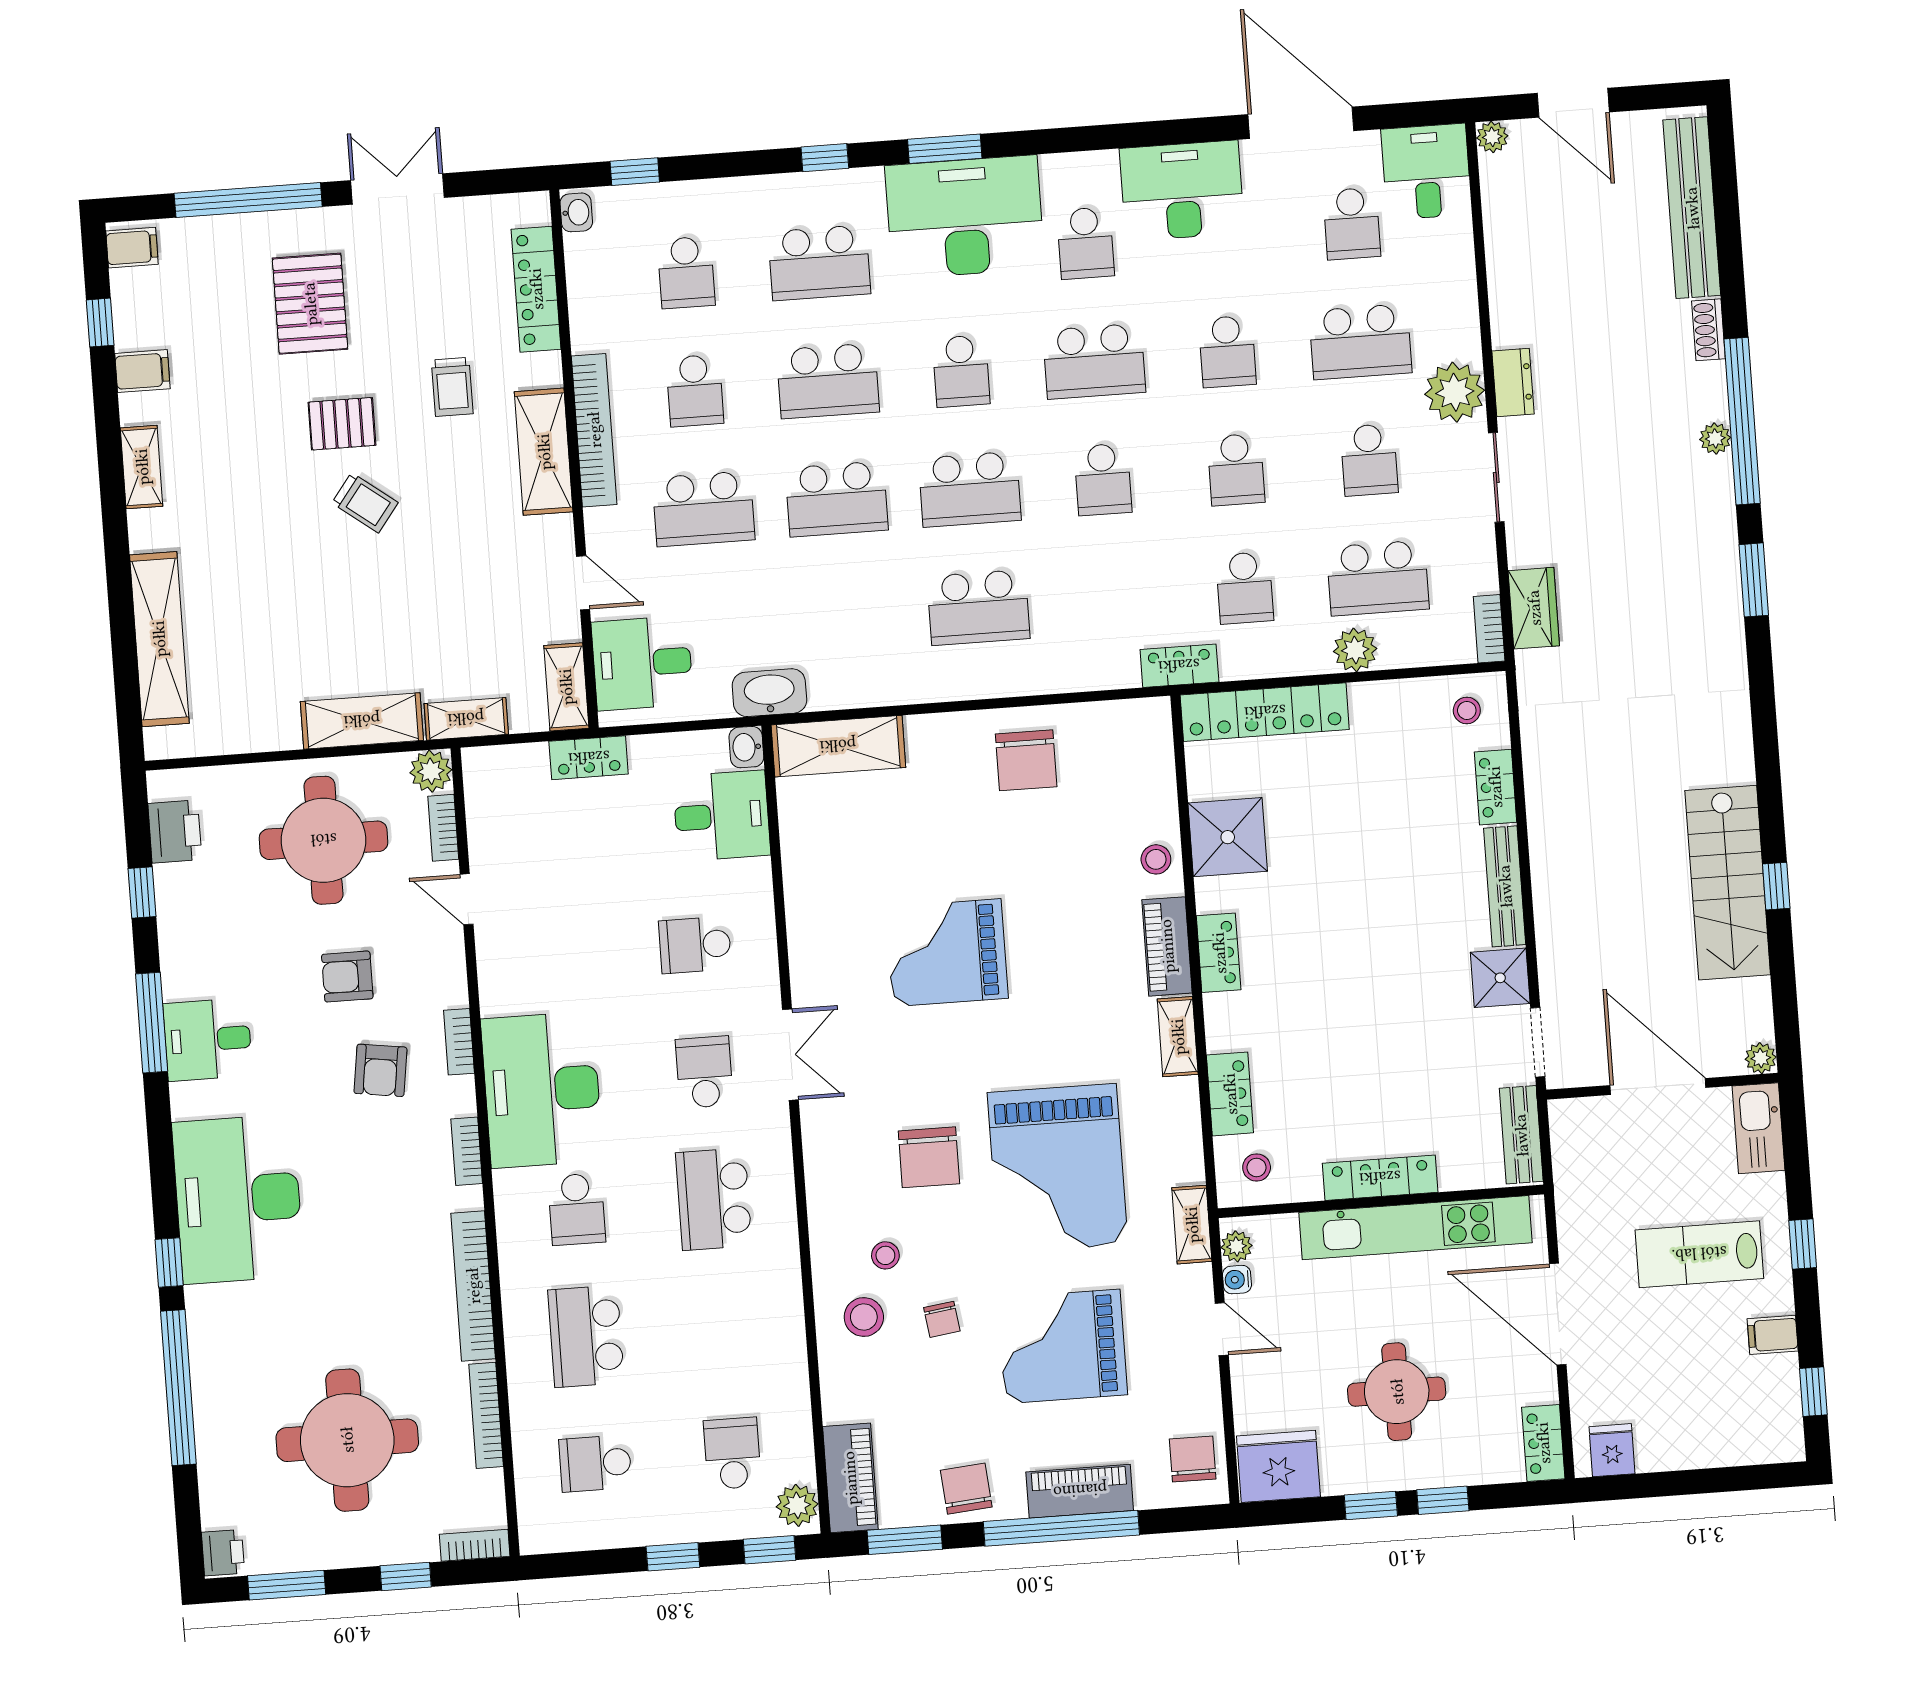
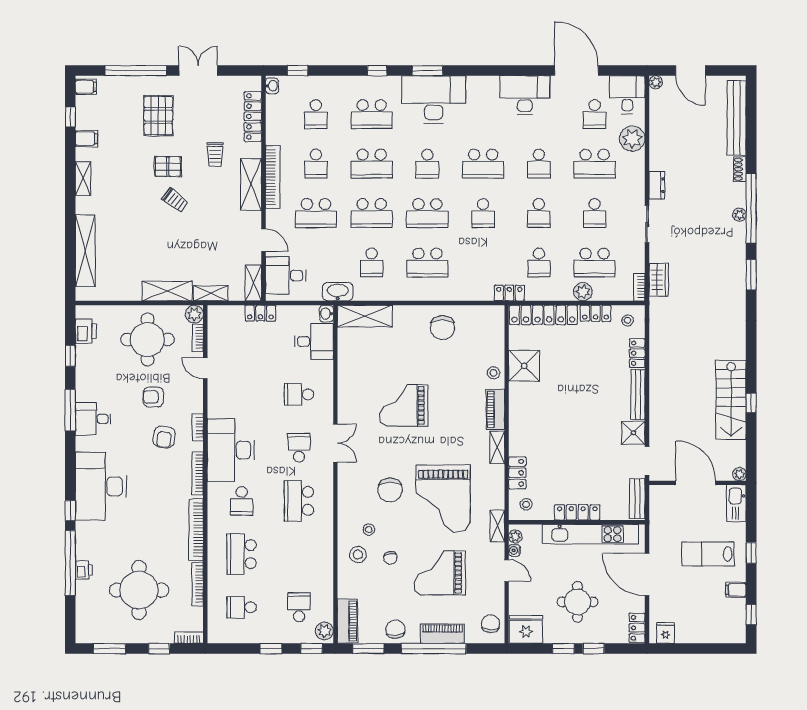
school desk: (1086, 243) -> (372, 263), moved
plant: (1455, 392) -> (632, 139), moved
locker: (1219, 953) -> (596, 313), moved, turned 90
bookcase: (467, 1151) -> (198, 473), width x1.56
printer: (223, 1553) -> (84, 570), moved

